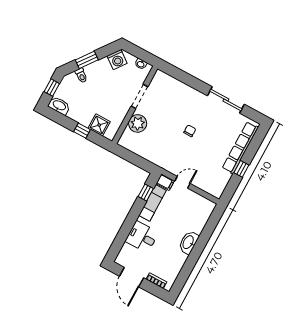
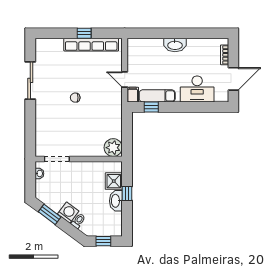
window: (87, 60) -> (50, 214), moved
washing machine: (117, 60) -> (68, 213), moved
doorway: (139, 96) -> (57, 159), moved
washbasin: (59, 106) -> (116, 201), moved
plant: (138, 123) -> (113, 148), moved
row of seats: (240, 148) -> (91, 45), moved
desk: (142, 237) -> (197, 89), width x1.37

